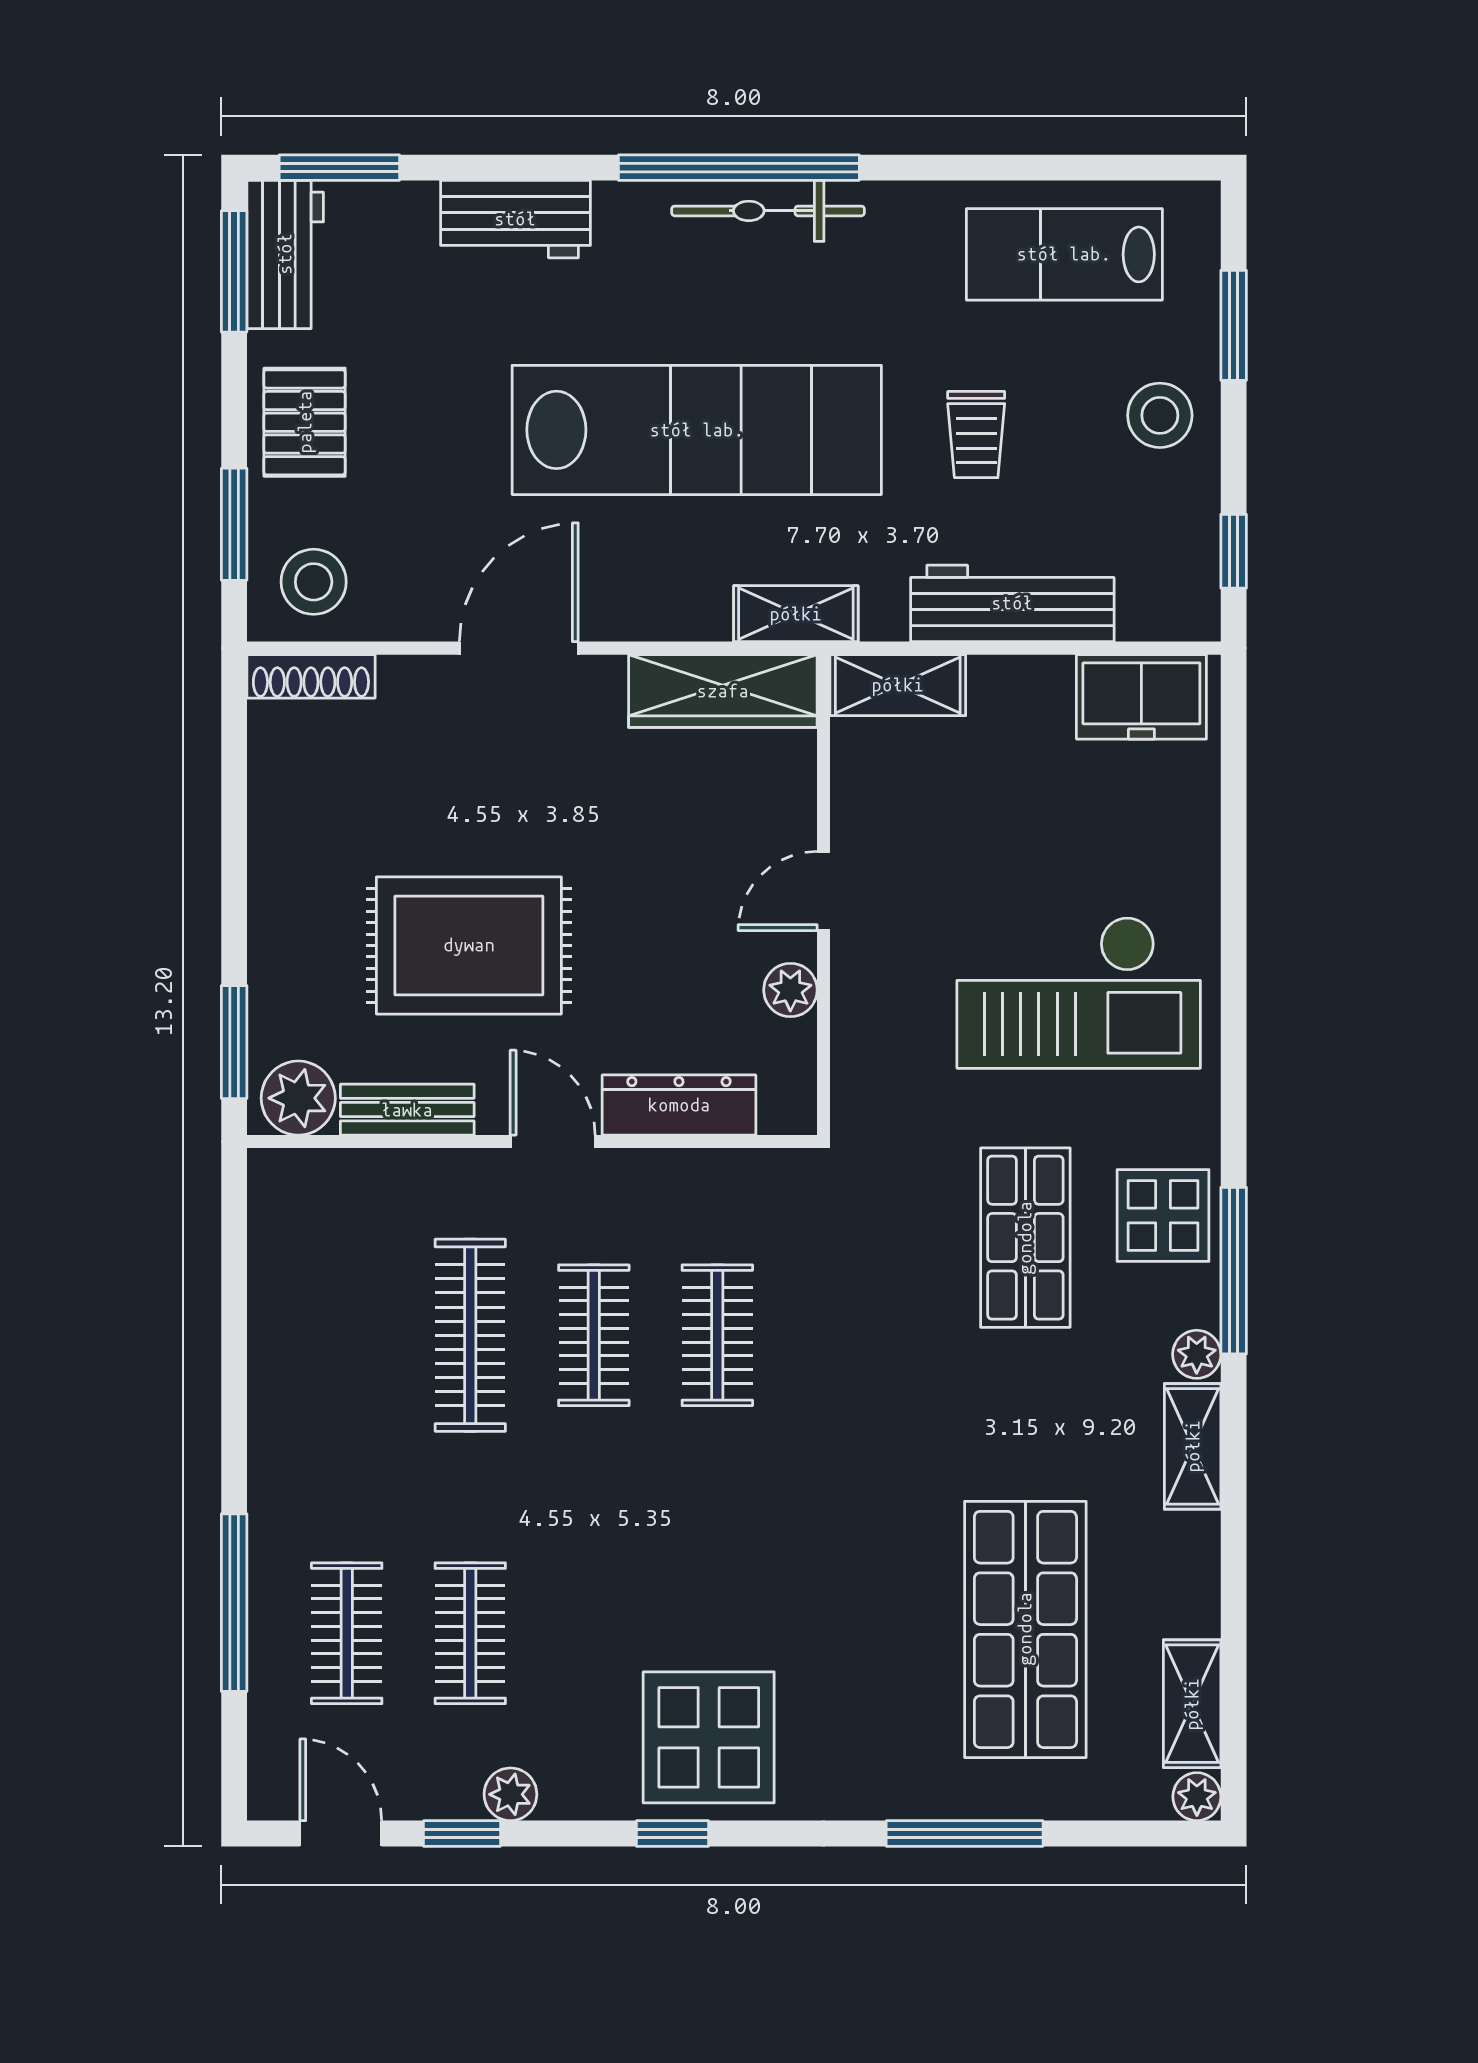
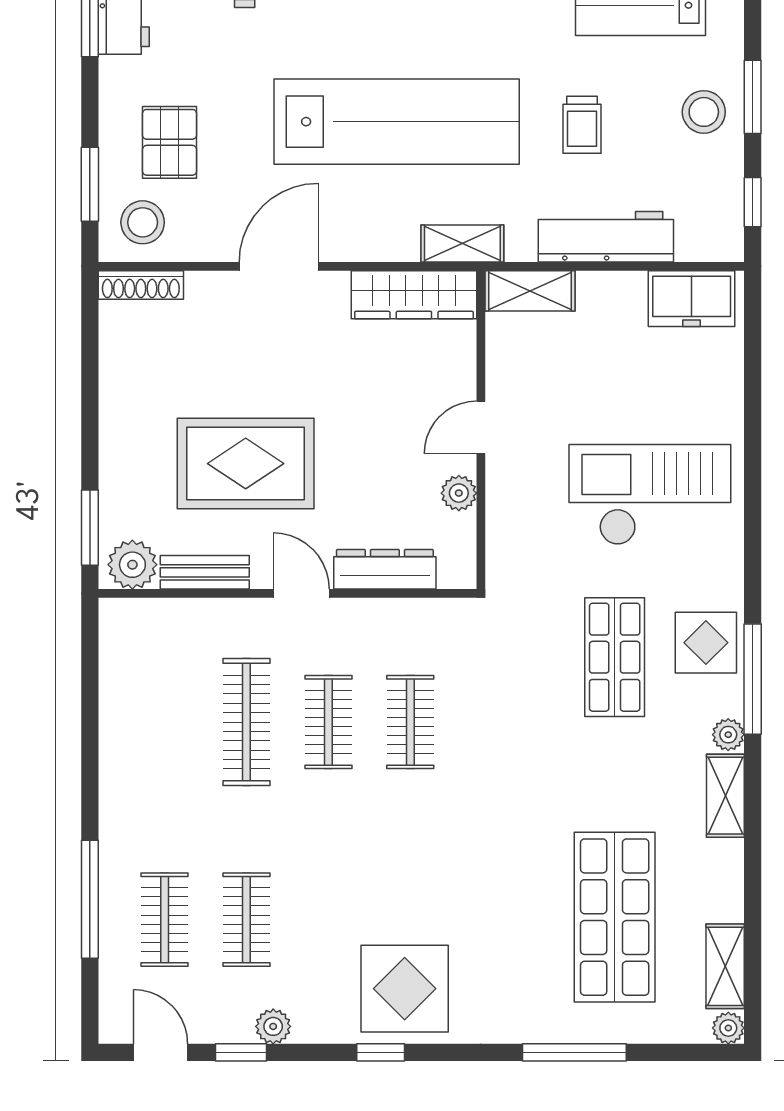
window: (1234, 325) -> (753, 97), moved
pallet: (305, 422) -> (169, 142), moved
checkout: (1079, 992) -> (650, 495), turned 180

